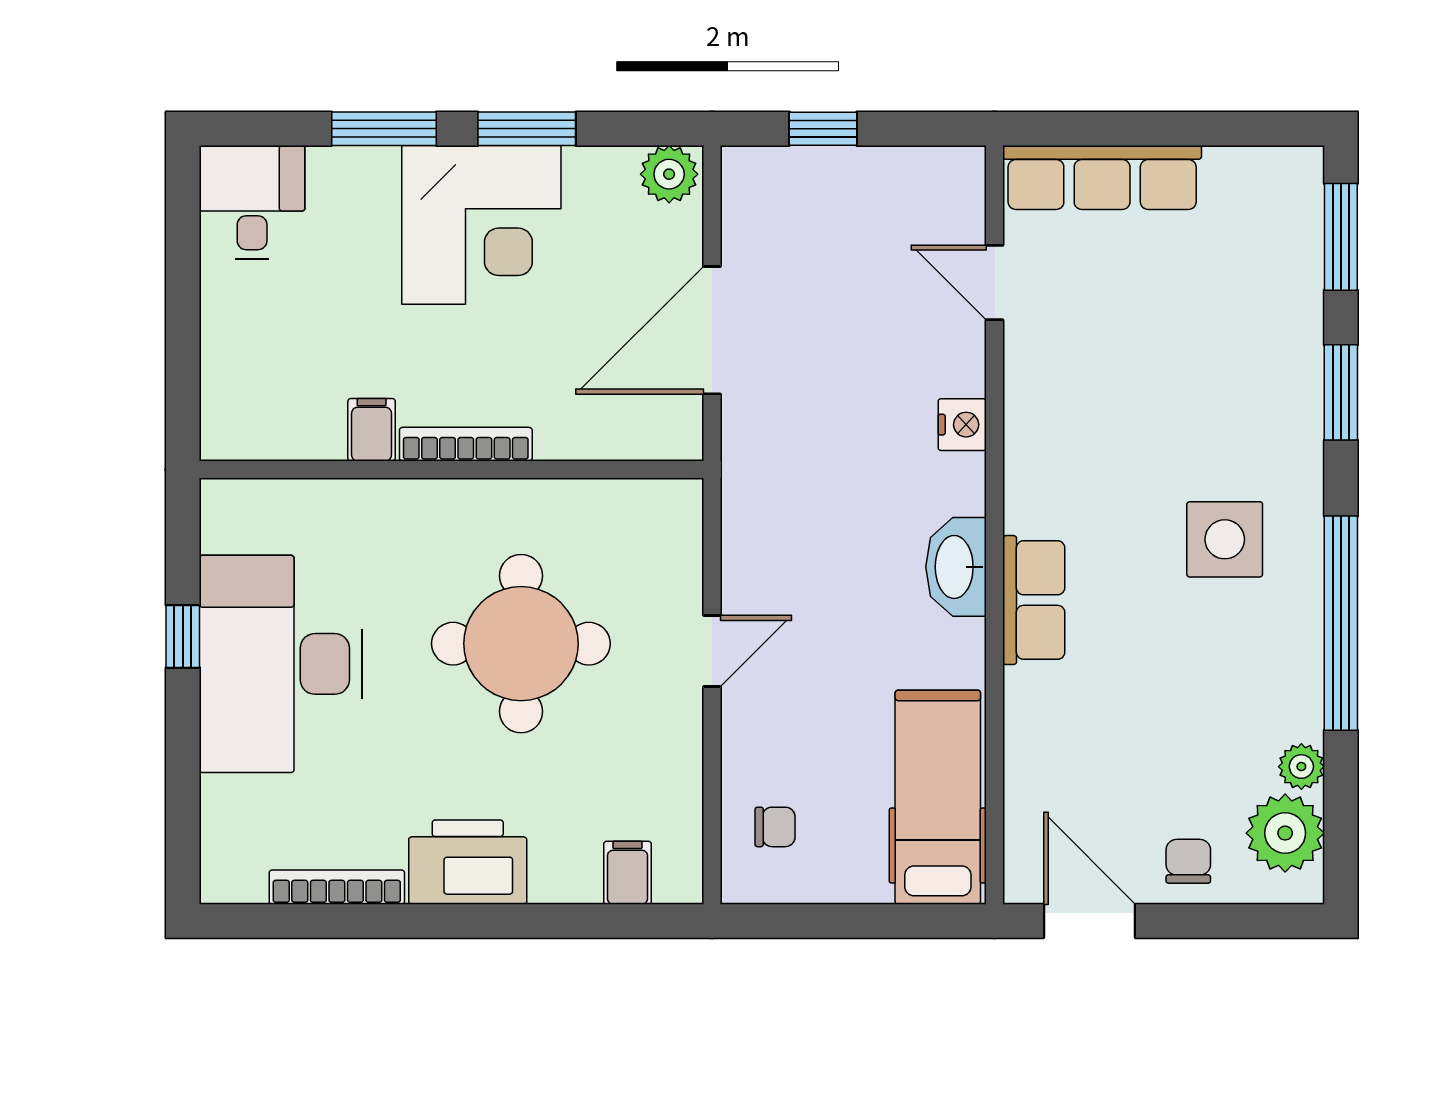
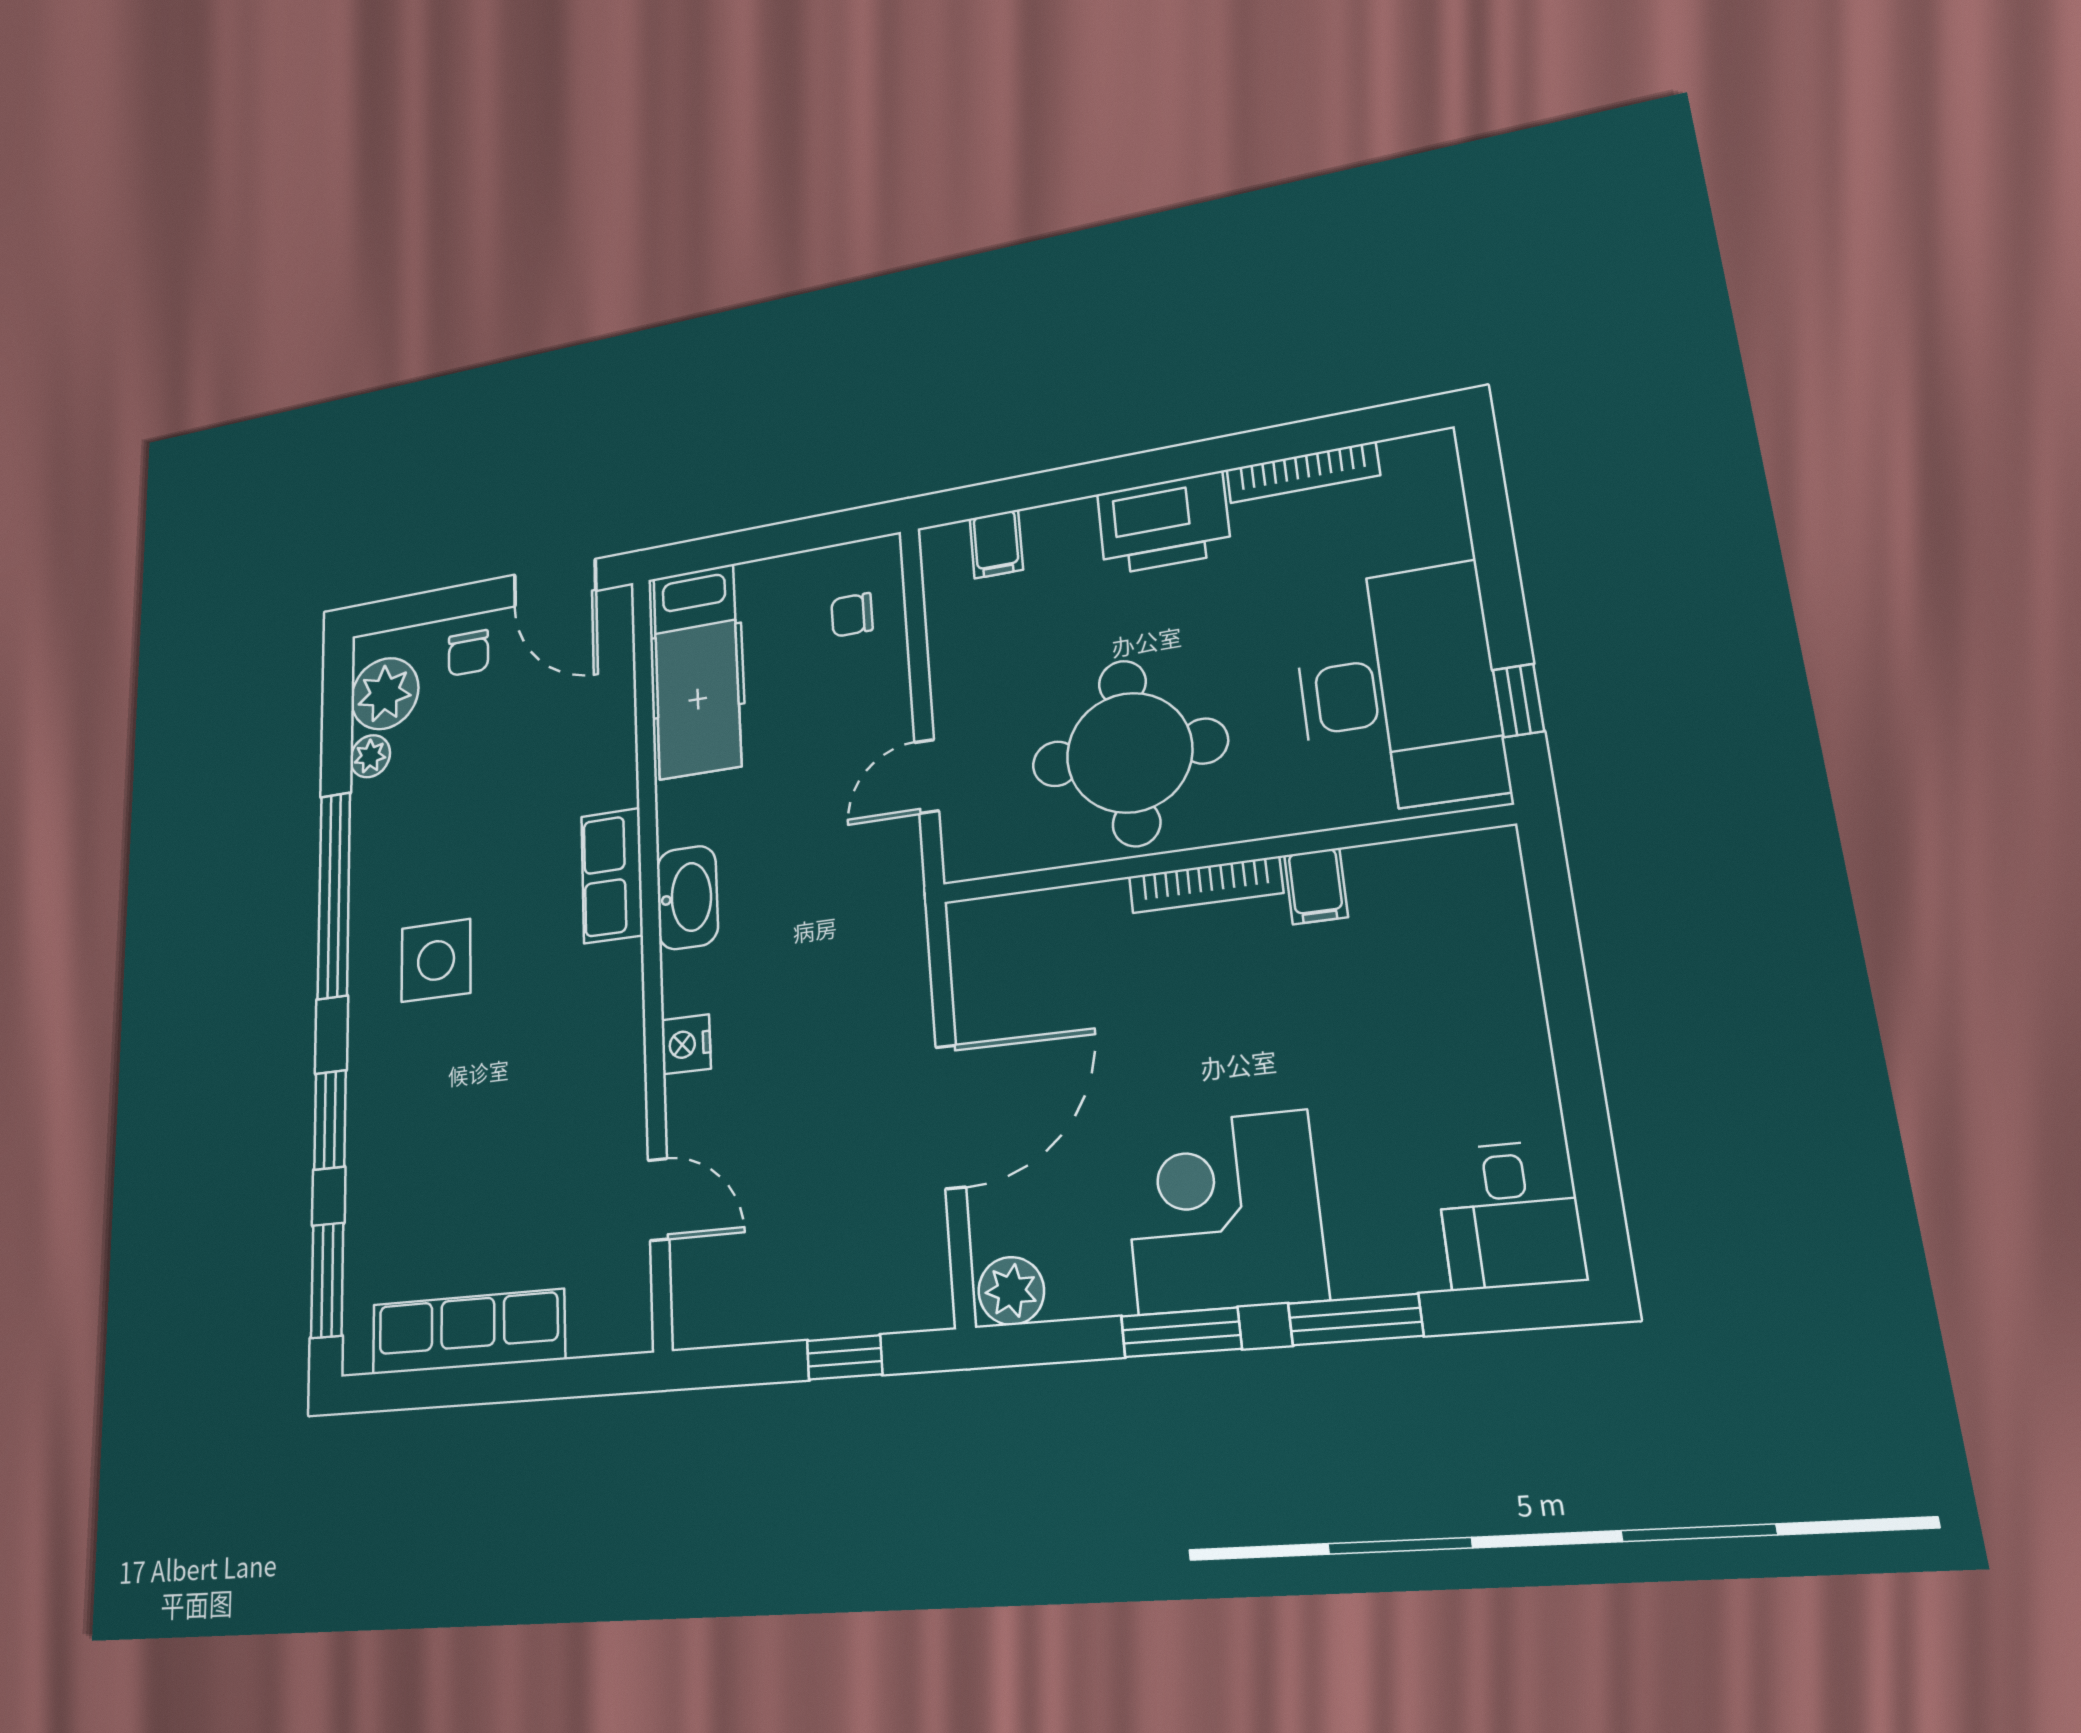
row of seats: (1102, 177) -> (468, 1332), moved
filing cabinet: (372, 430) -> (1316, 886), moved
bookcase: (466, 444) -> (1206, 885), moved
wall: (452, 469) -> (1219, 855), moved

